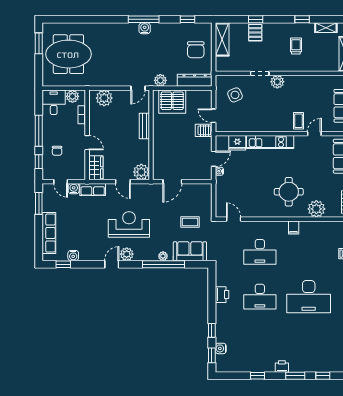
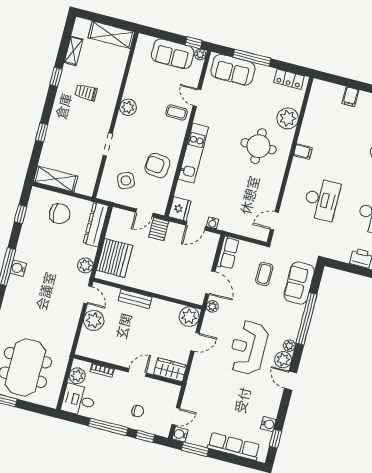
pallet: (255, 33) -> (57, 137), removed
plant: (277, 82) -> (128, 107), moved
plant: (104, 98) -> (94, 320), moved
armchair: (253, 117) -> (157, 166), added
fridge: (237, 143) -> (180, 209), moved
door: (214, 159) -> (196, 226), swing flipped
plant: (154, 188) -> (212, 306), added
water cooler: (74, 189) -> (180, 434), moved
row of seats: (93, 189) -> (228, 253), moved
plant: (163, 256) -> (289, 346), moved

